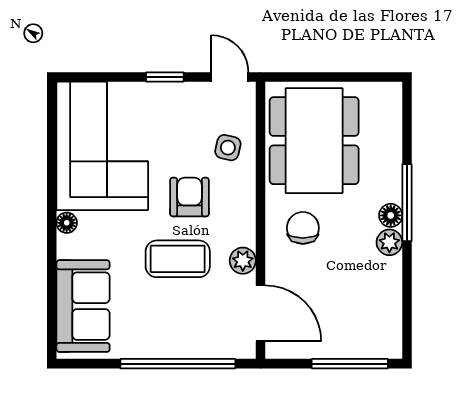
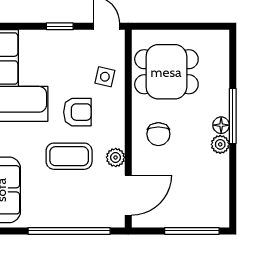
dining table: (314, 141) -> (166, 72), width x0.73
armchair: (190, 197) -> (77, 112), turned 90
chair: (303, 228) -> (158, 134), turned 180
door: (261, 313) -> (128, 195), hinge flipped

